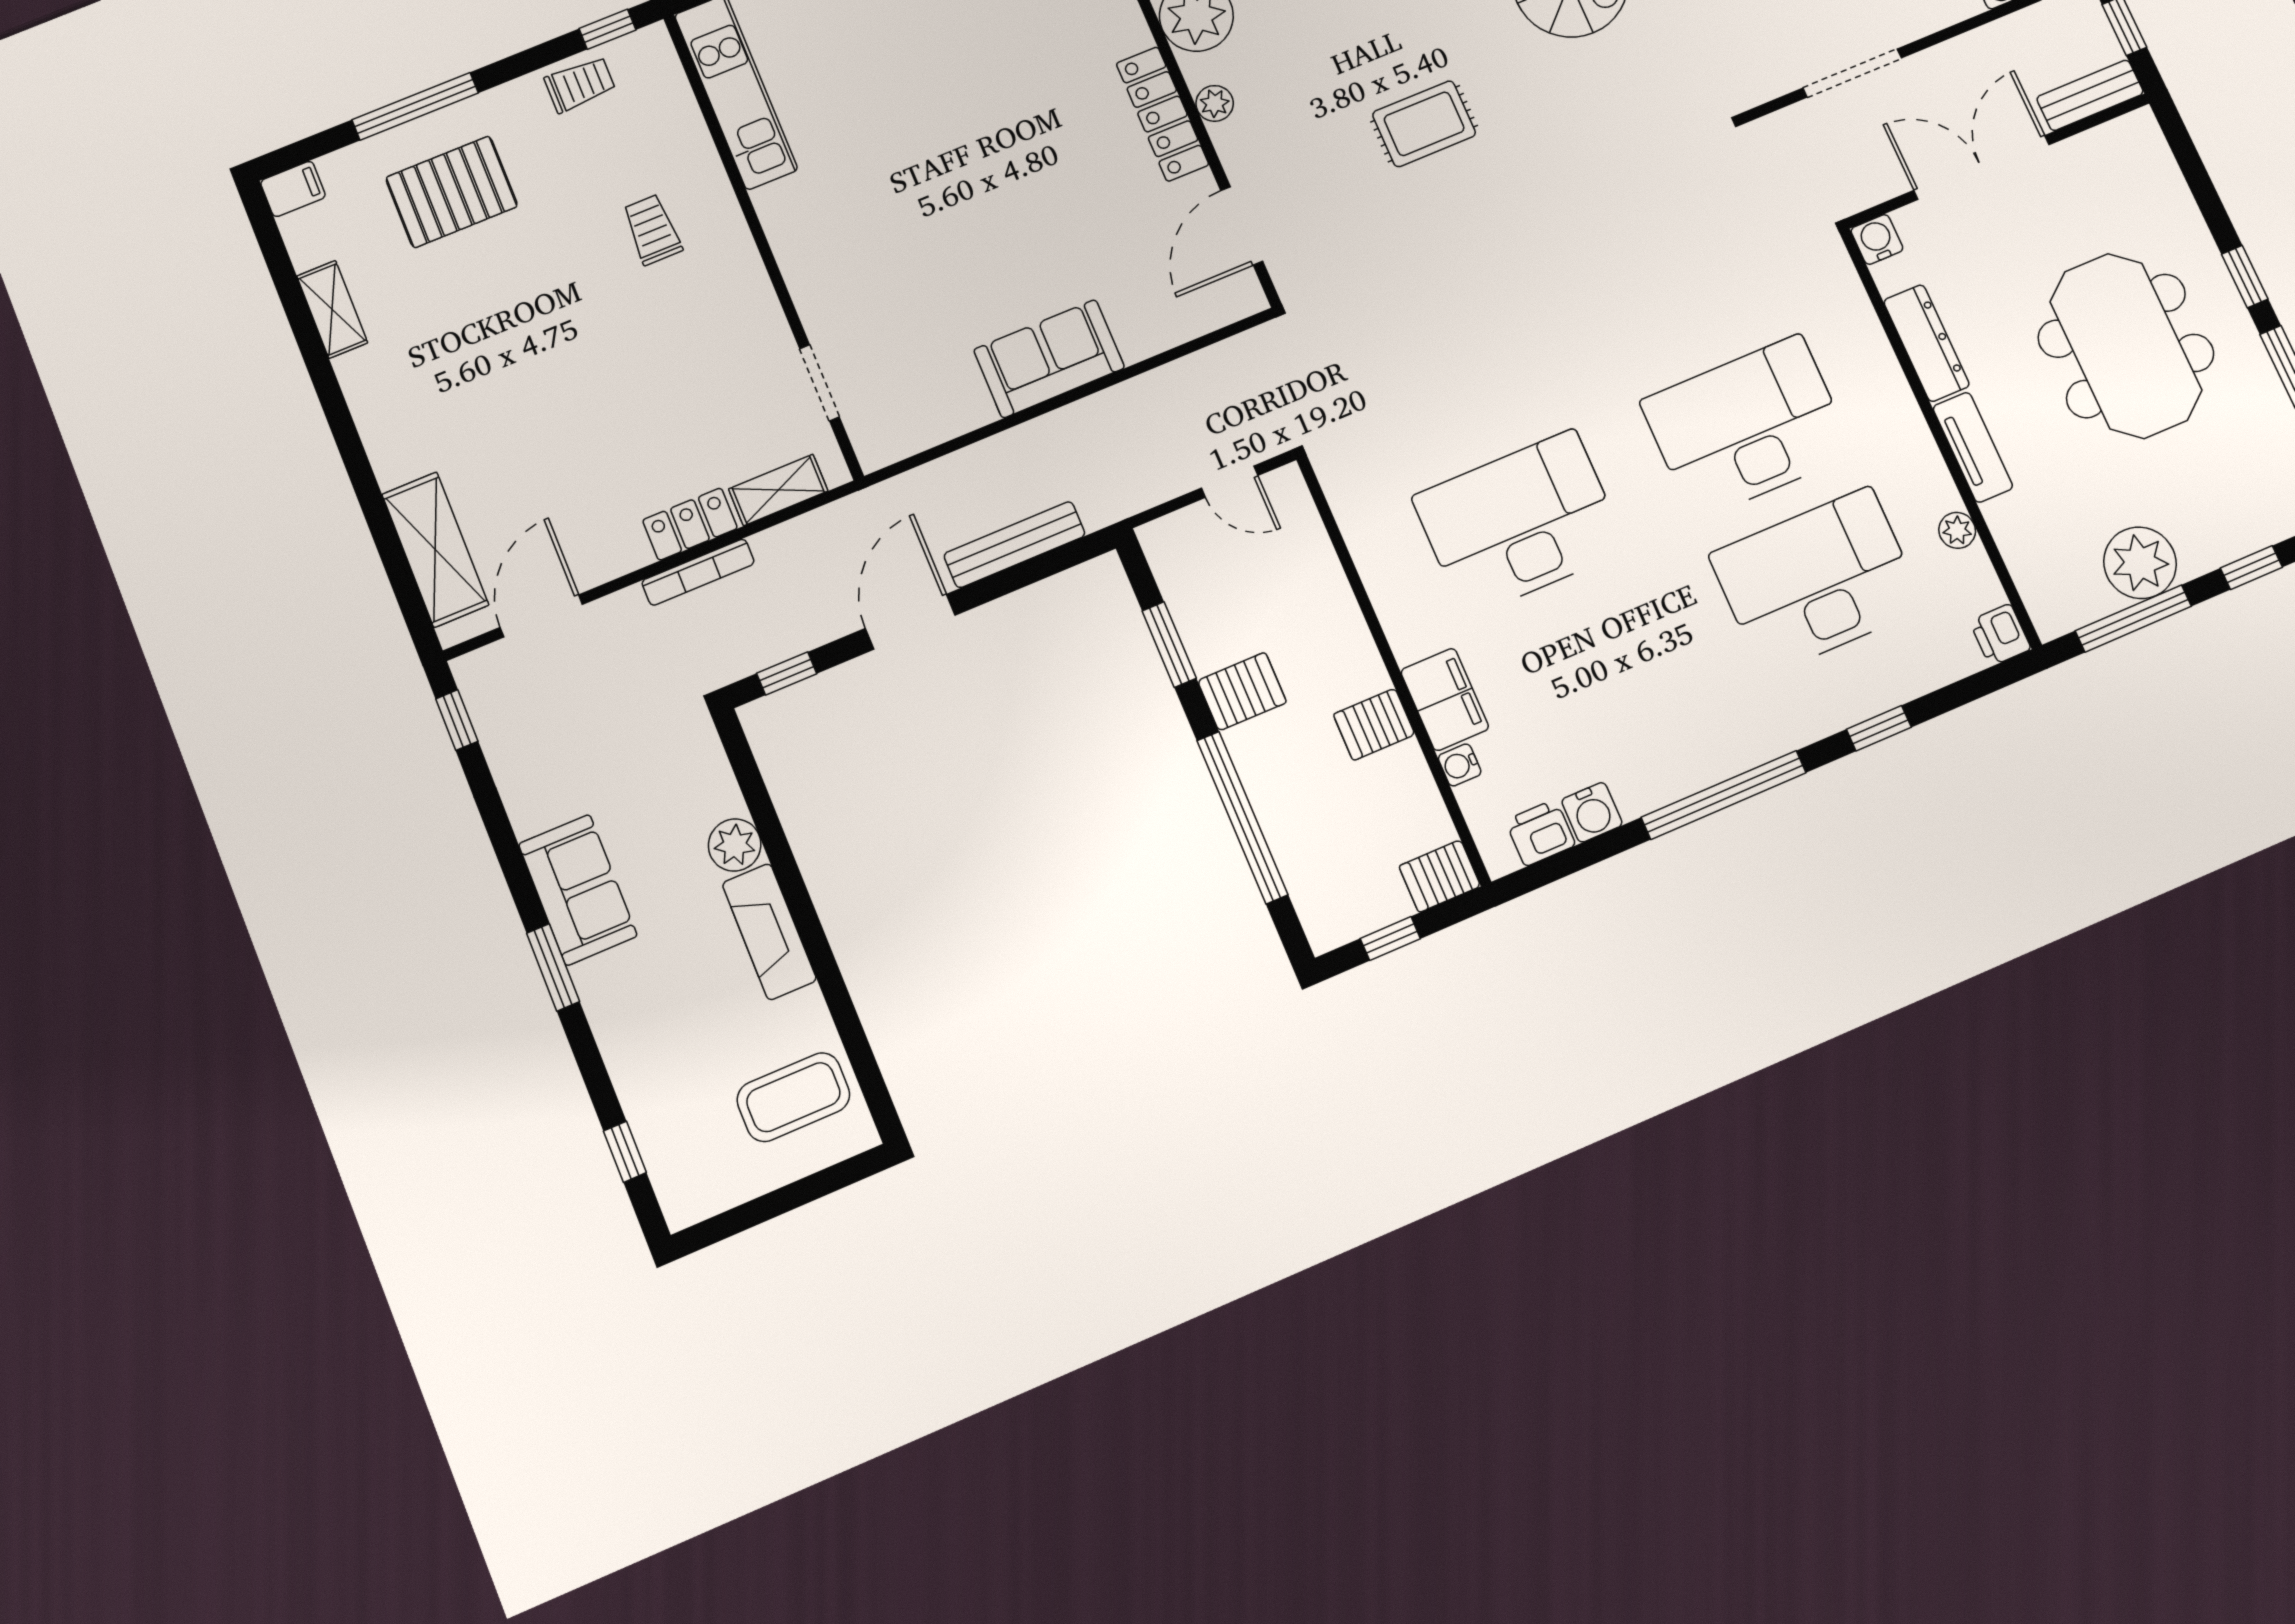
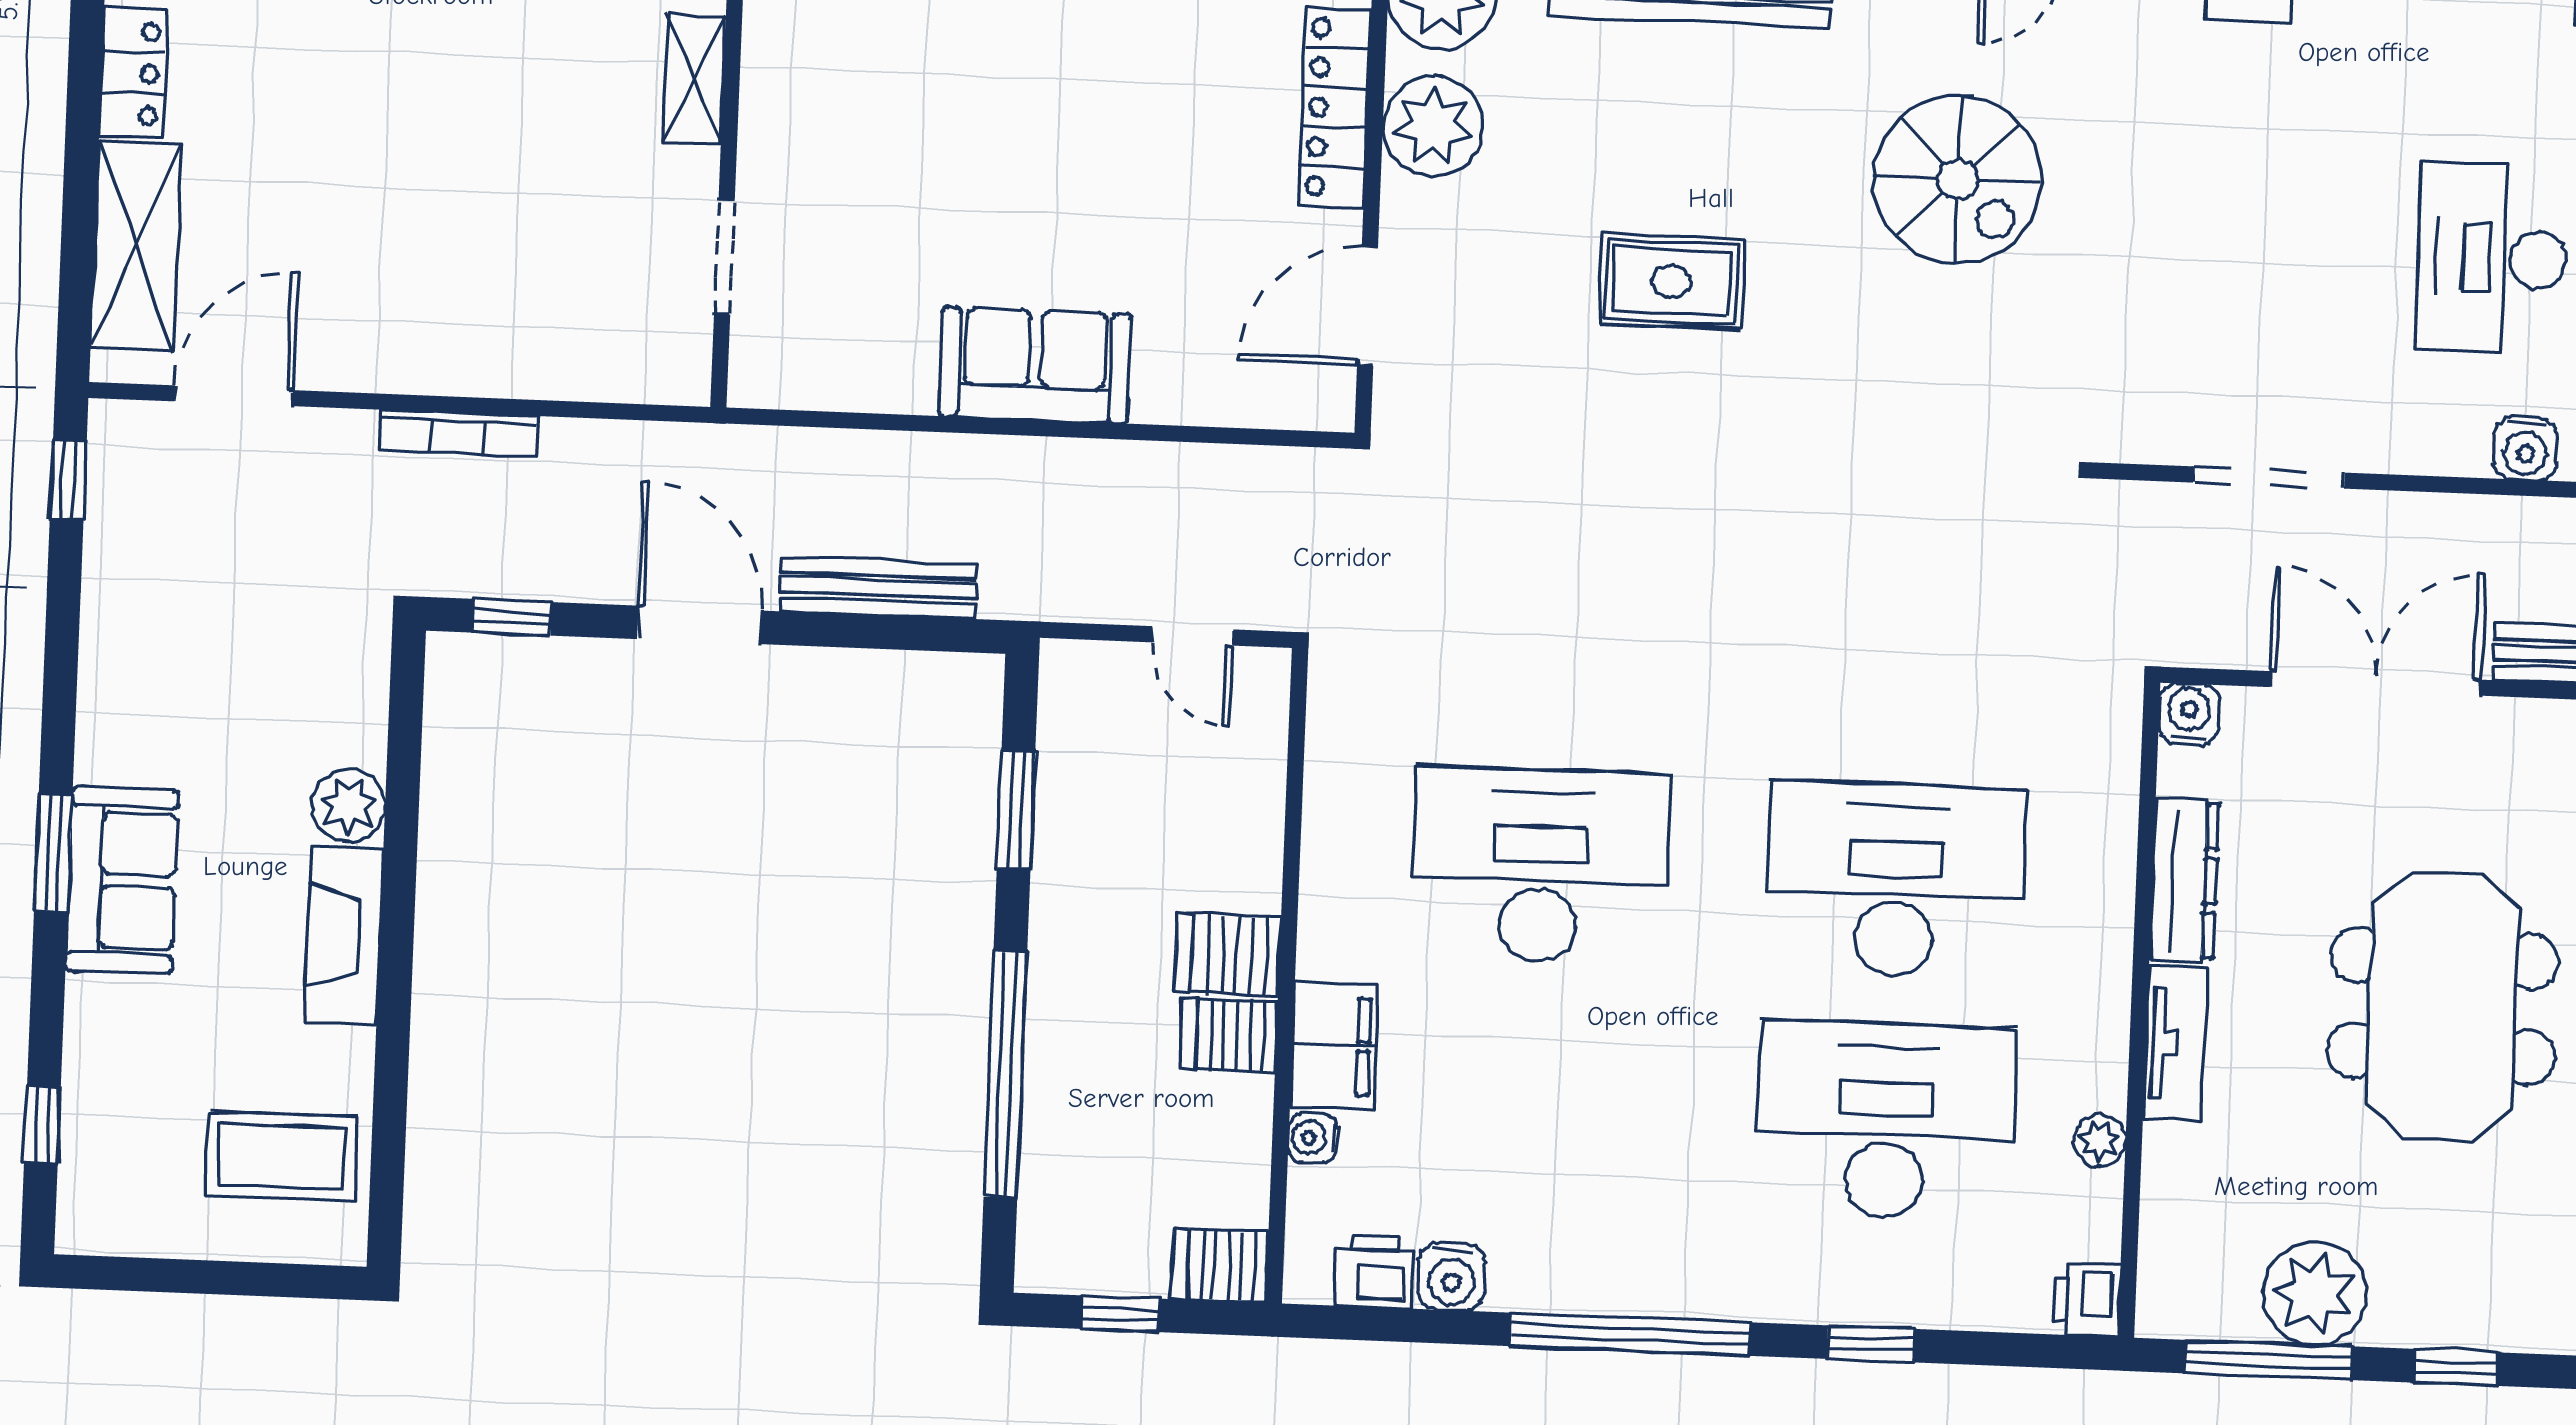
plant: (1215, 103) -> (1433, 126), width x1.87, depth x1.87
shelving: (778, 490) -> (694, 80), moved, turned 90
locker: (690, 524) -> (133, 73), moved, turned 90
door: (910, 622) -> (699, 625), hinge flipped
server rack: (1242, 692) -> (1228, 954), moved, turned 180
sofa: (578, 890) -> (122, 880), moved

